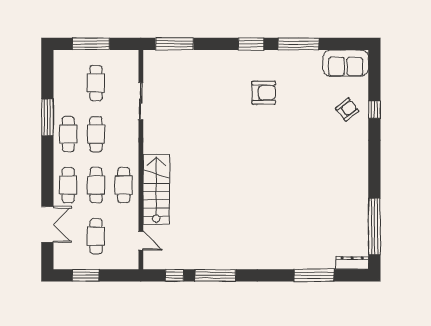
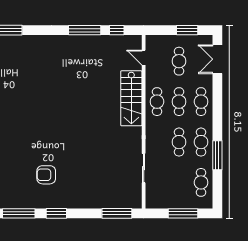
cafe table: (96, 83) -> (201, 182), moved
double door: (47, 224) -> (217, 59), moved

